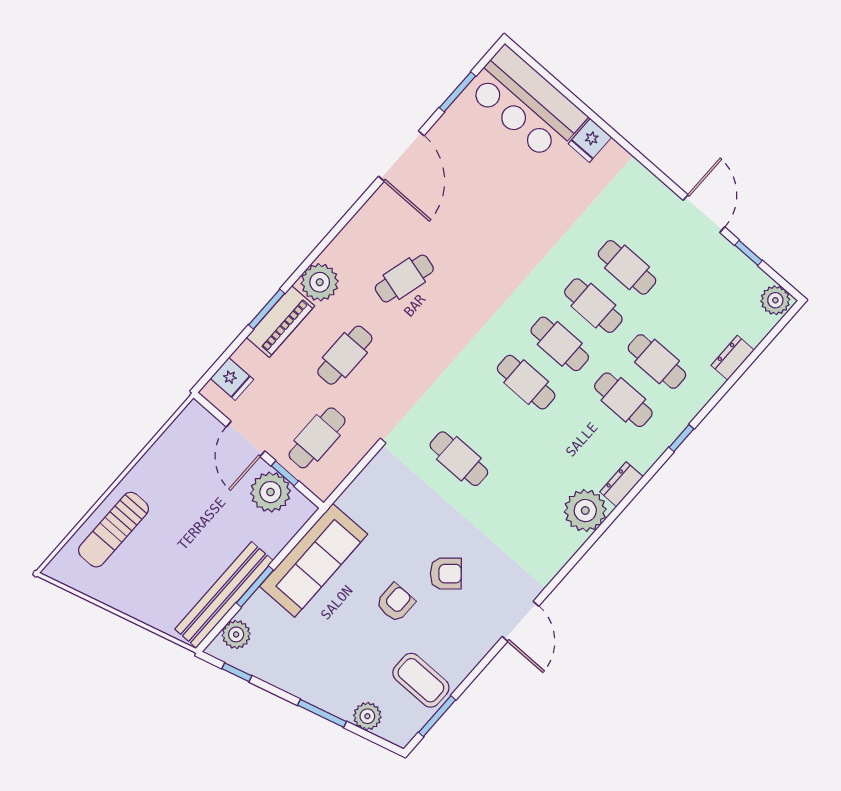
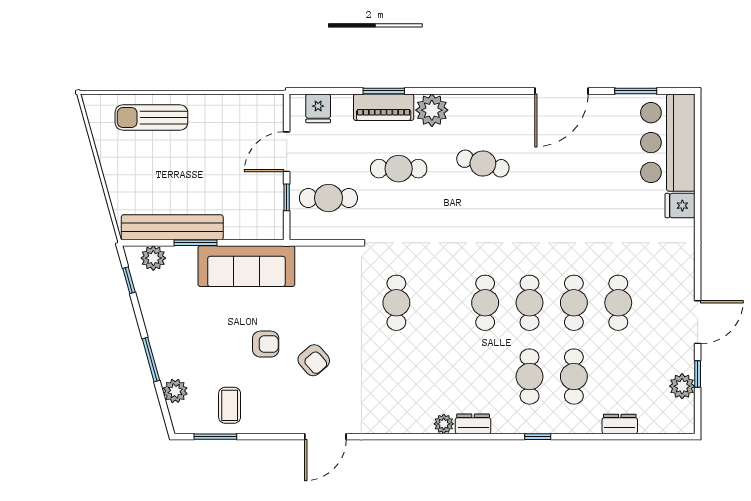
plant: (775, 300) -> (682, 386), moved
plant: (270, 492) -> (266, 199), removed
plant: (585, 511) -> (444, 424), width x0.53, depth x0.53
coffee table: (421, 680) -> (230, 405), width x0.73, depth x0.77

